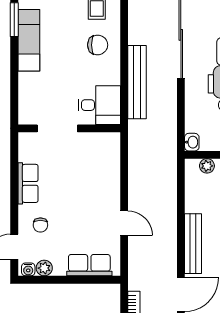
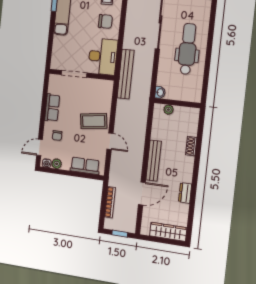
bench: (137, 82) -> (126, 74), moved
desk: (99, 105) -> (103, 57), width x1.37
coffee table: (96, 196) -> (94, 121), added

